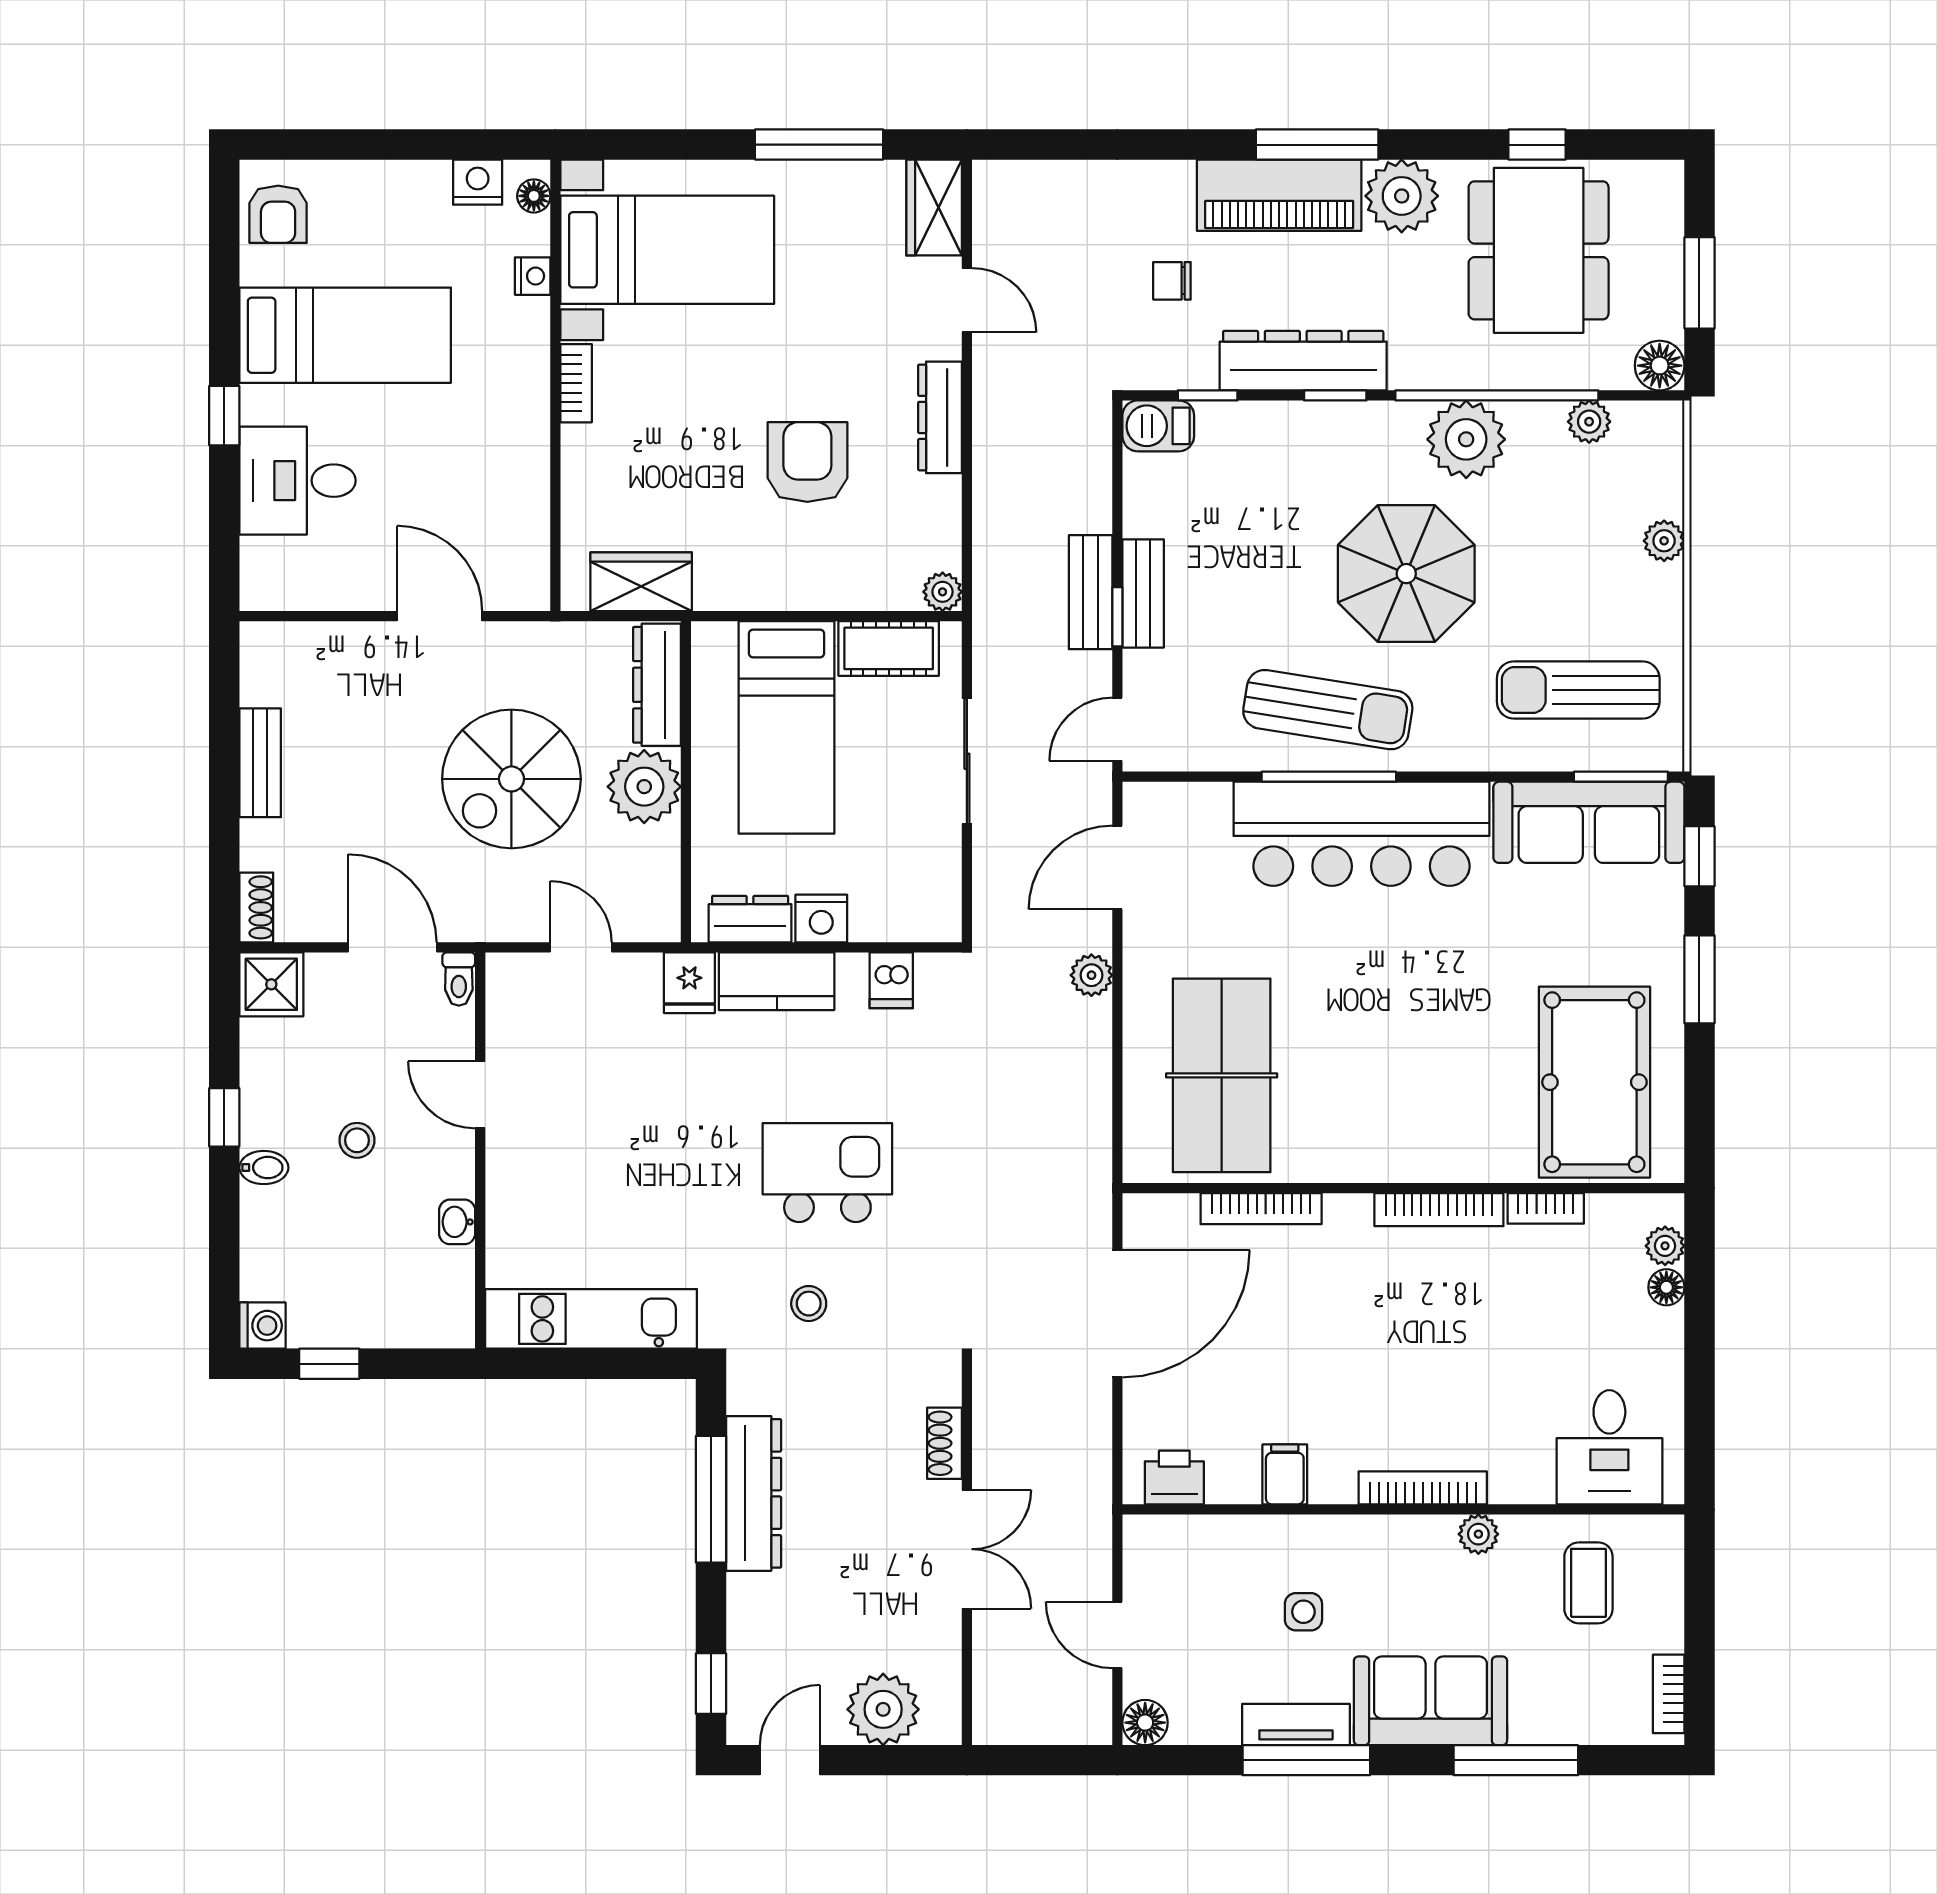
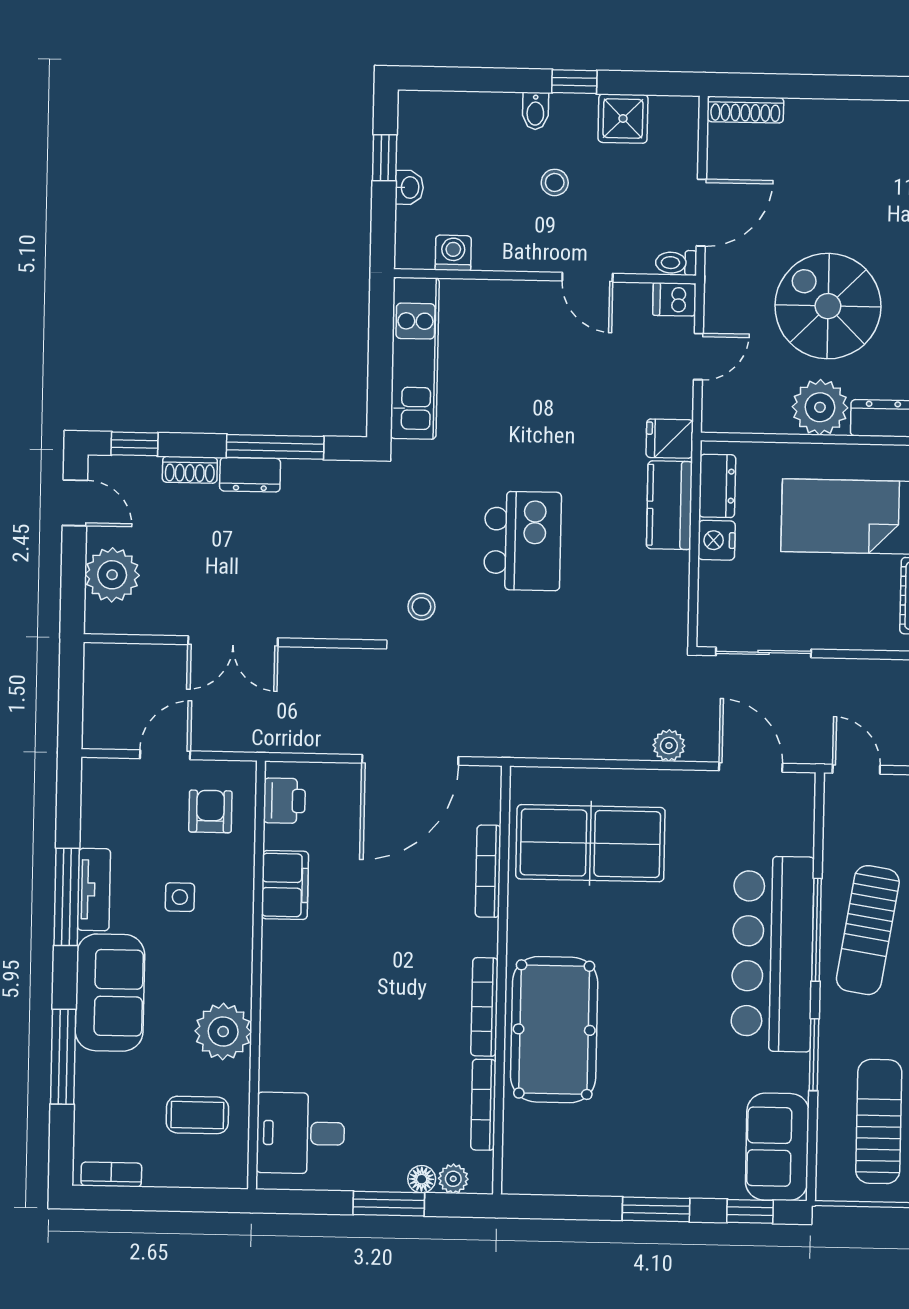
sliding door: (967, 761) -> (764, 652), moved
bench: (260, 763) -> (844, 115), removed
window: (1621, 777) -> (814, 1055), moved
sofa: (1589, 822) -> (777, 1147), width x0.73
shoe rack: (256, 907) -> (745, 110), width x1.43
dishwasher: (891, 980) -> (674, 299), moved
shower: (271, 984) -> (623, 119), moved
pool table: (1594, 1082) -> (554, 1030), moved, turned 90
door: (480, 1095) -> (587, 277), swing flipped
bookcase: (1546, 1208) -> (483, 1105), width x1.56
washbasin: (457, 1222) -> (409, 187), moved, turned 90
stool: (809, 1304) -> (421, 607), moved
door: (1117, 1314) -> (410, 760), hinge flipped
washing machine: (262, 1326) -> (453, 253), moved, turned 180
window: (1699, 1330) -> (389, 1204), added
shoe rack: (945, 1443) -> (190, 470), moved, turned 180
filing cabinet: (1285, 1474) -> (285, 885), width x2.00
bookcase: (1423, 1488) -> (272, 990), removed
dresser: (754, 1493) -> (250, 475), width x0.51, depth x0.80
plant: (1478, 1534) -> (223, 1032), width x1.88, depth x1.88
armchair: (1190, 1574) -> (210, 811), added
floor lamp: (1145, 1723) -> (98, 774), removed

